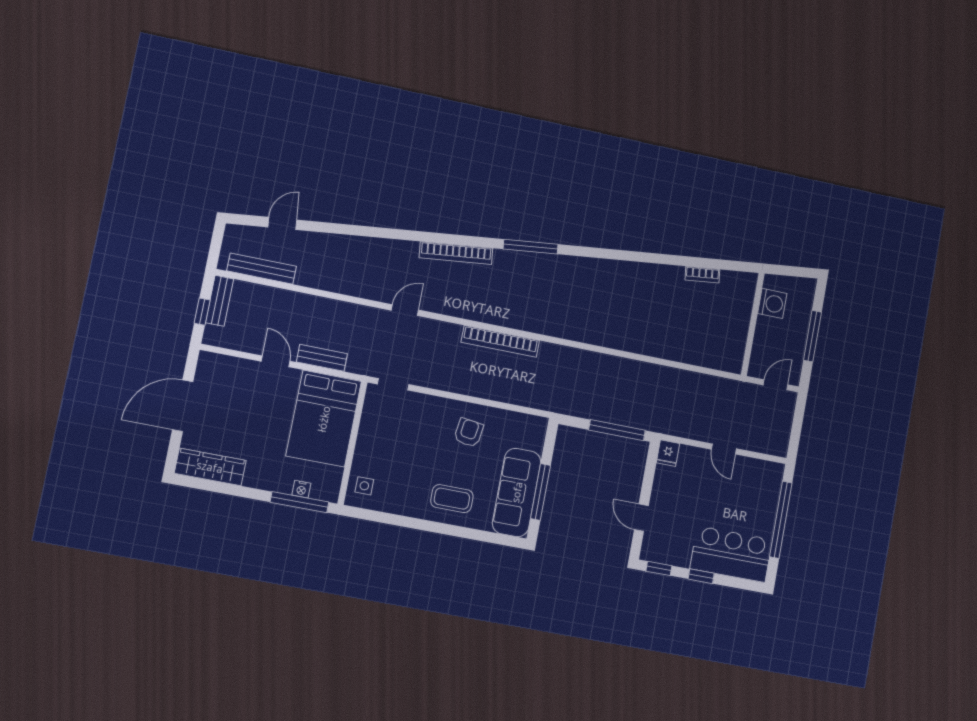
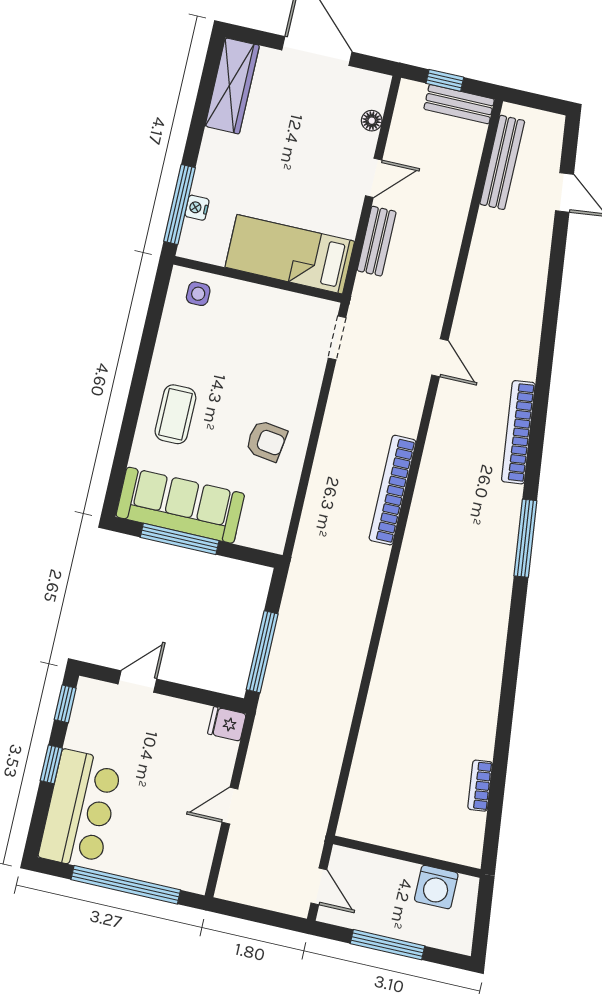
floor lamp: (233, 364) -> (372, 121), added
bed: (324, 419) -> (290, 254), width x0.67

